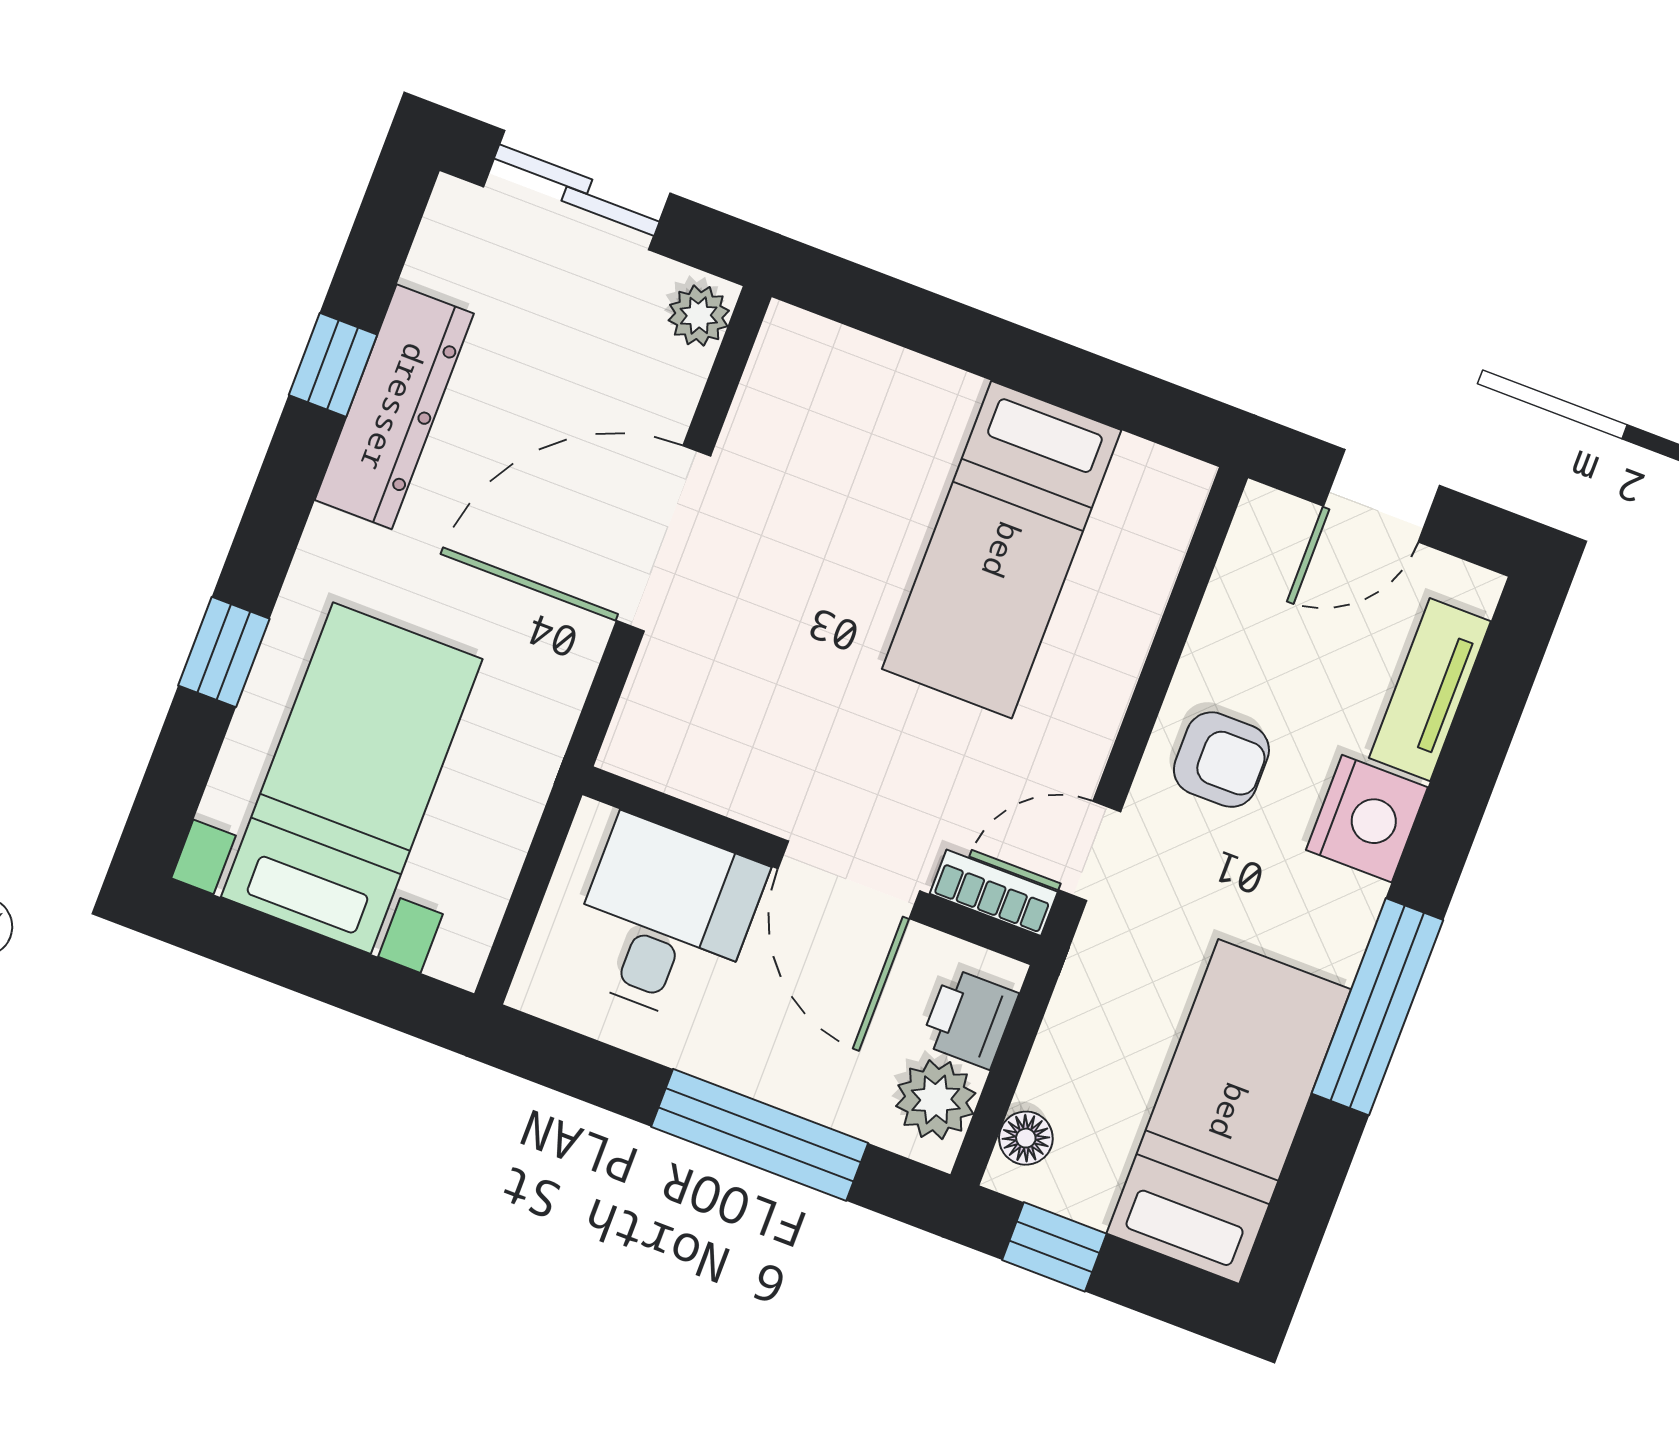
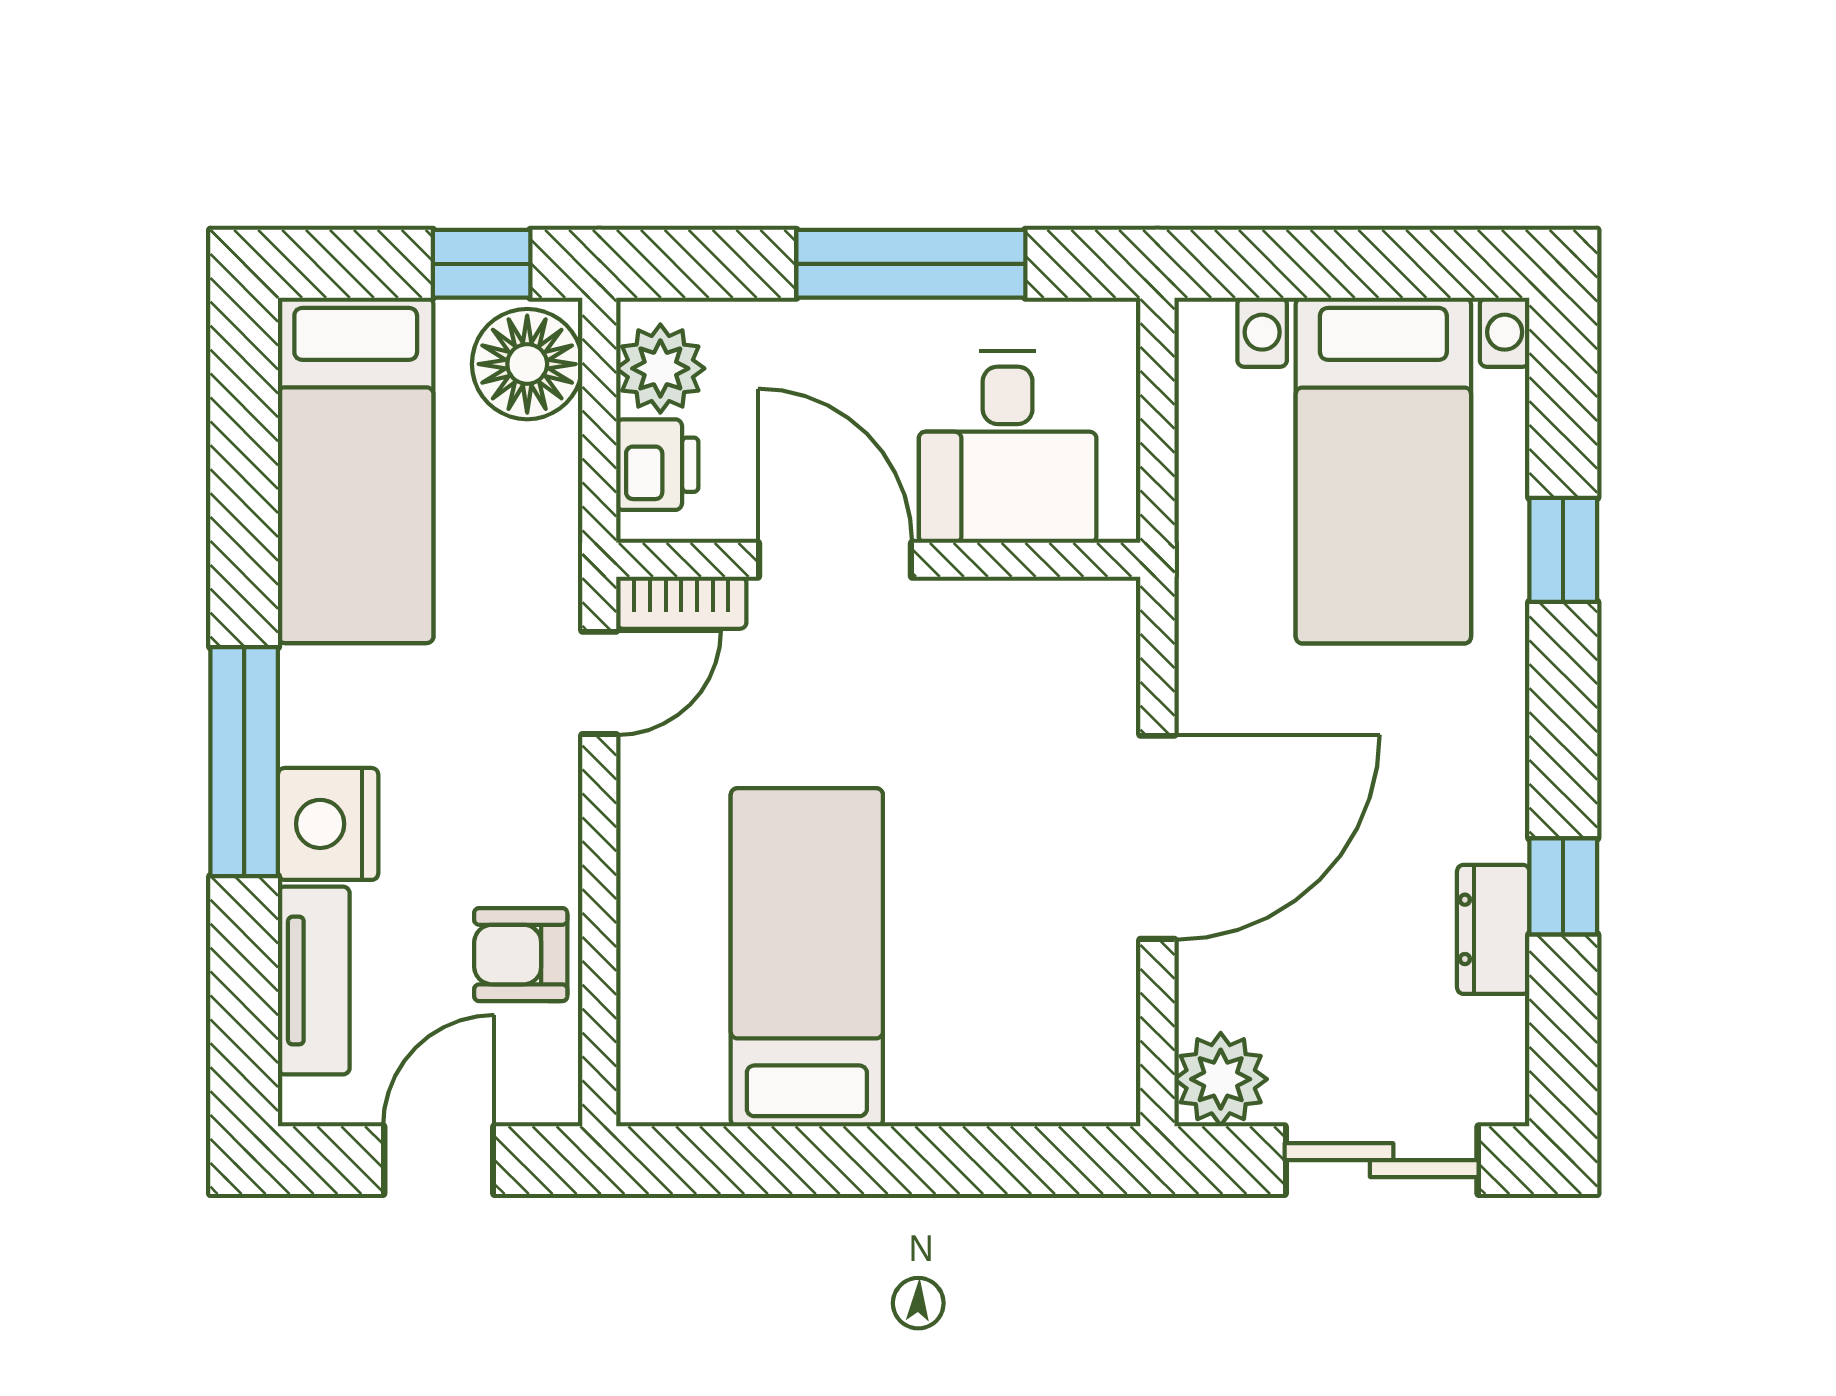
plant: (699, 316) -> (1221, 1079), width x1.38, depth x1.38
dresser: (394, 407) -> (1493, 929), width x0.51, depth x0.80
armchair: (1221, 760) -> (521, 955), moved
window: (1377, 1007) -> (244, 762), moved
window: (760, 1135) -> (911, 264), moved
floor lamp: (1026, 1138) -> (527, 364), width x1.89, depth x1.89

